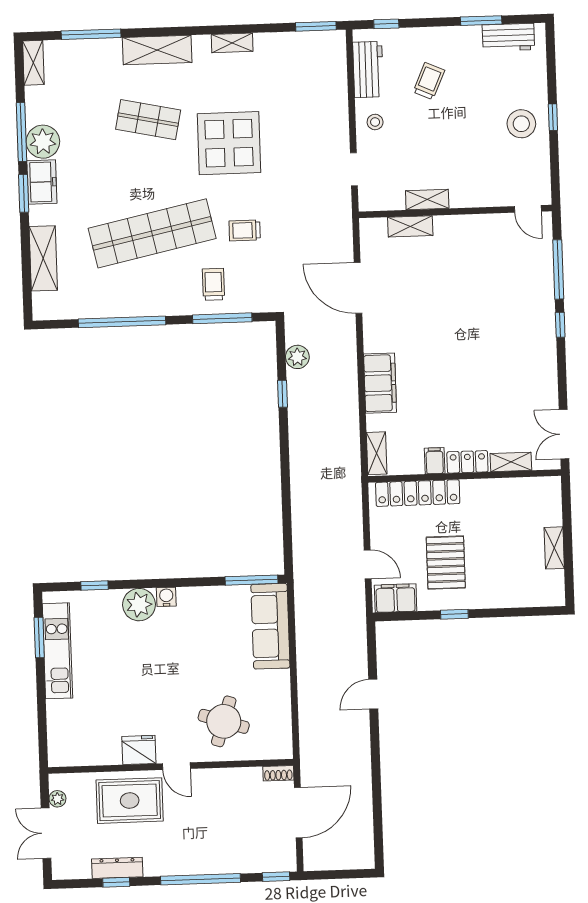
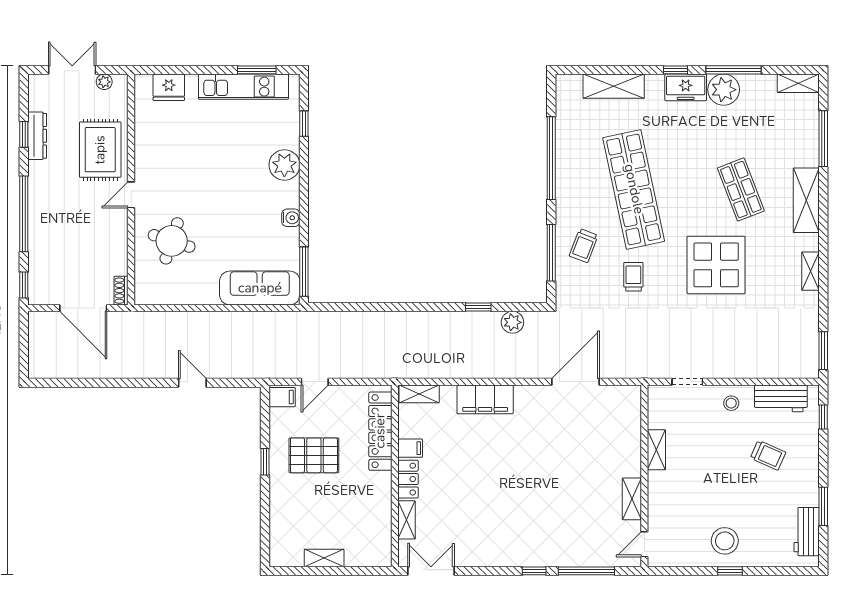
shop shelf: (148, 120) -> (741, 189), turned -33
window: (24, 193) -> (676, 70), width x0.67
shelving: (410, 226) -> (632, 499), moved
trolley: (213, 284) -> (584, 246), turned 111
water cooler: (166, 597) -> (291, 218), moved
filing cabinet: (396, 598) -> (282, 397), width x0.50
fridge: (139, 750) -> (169, 87), moved, turned 90

